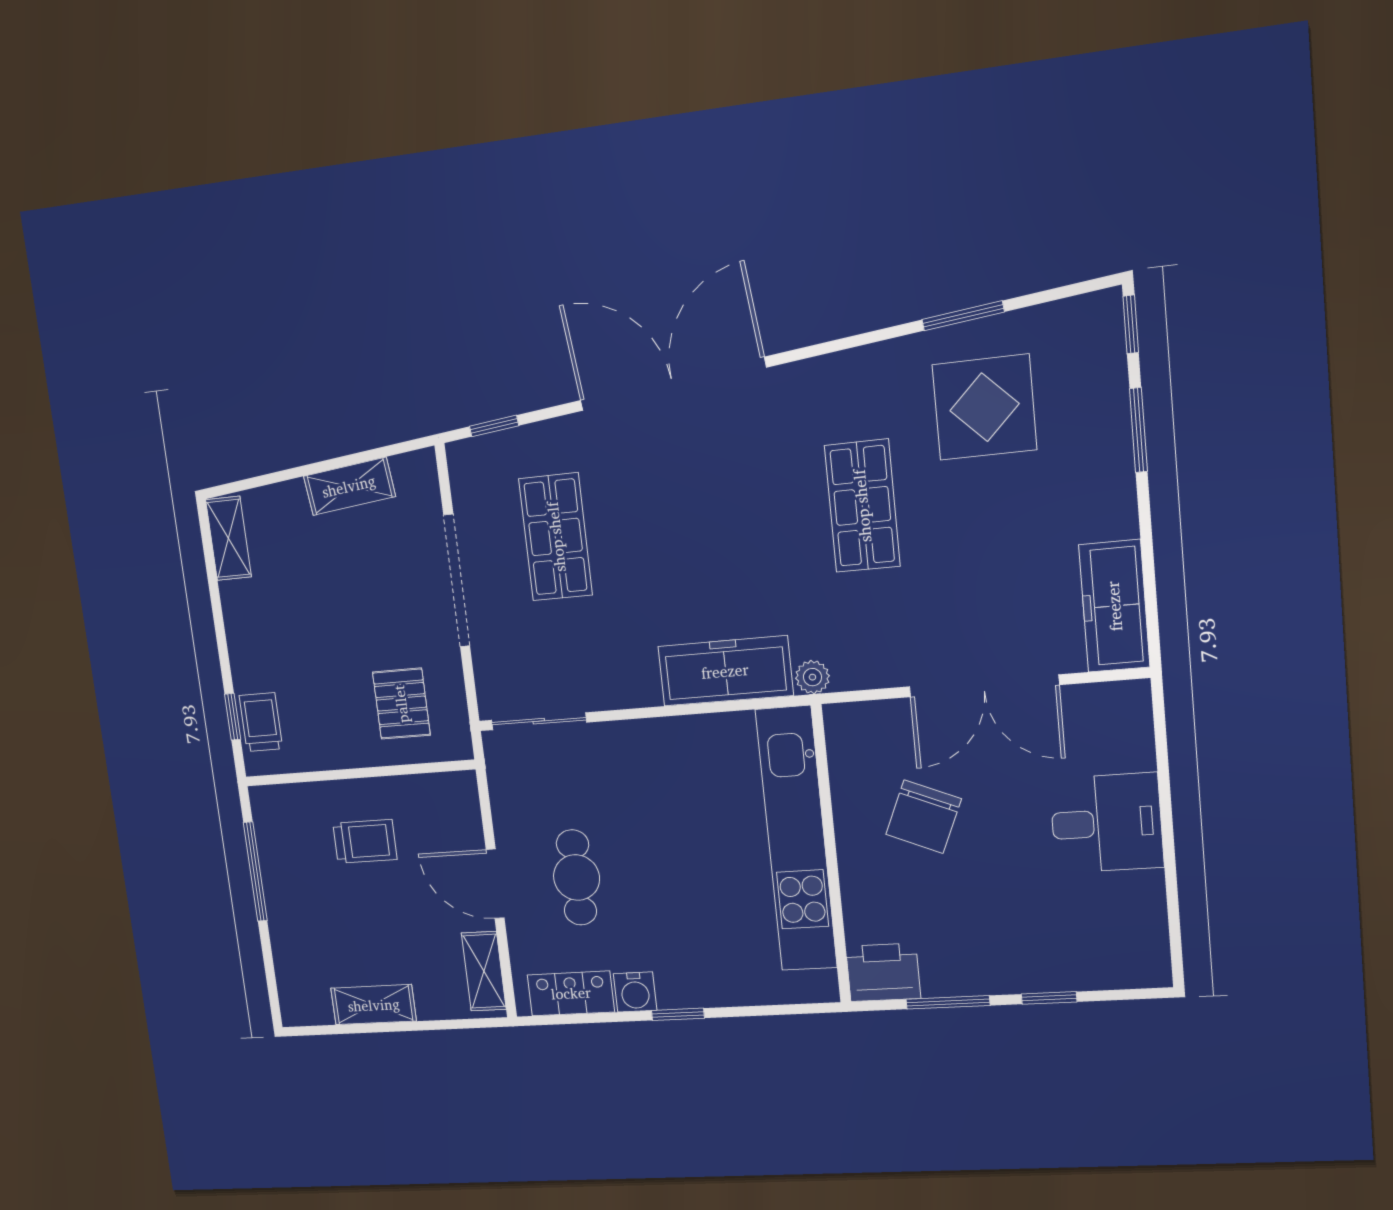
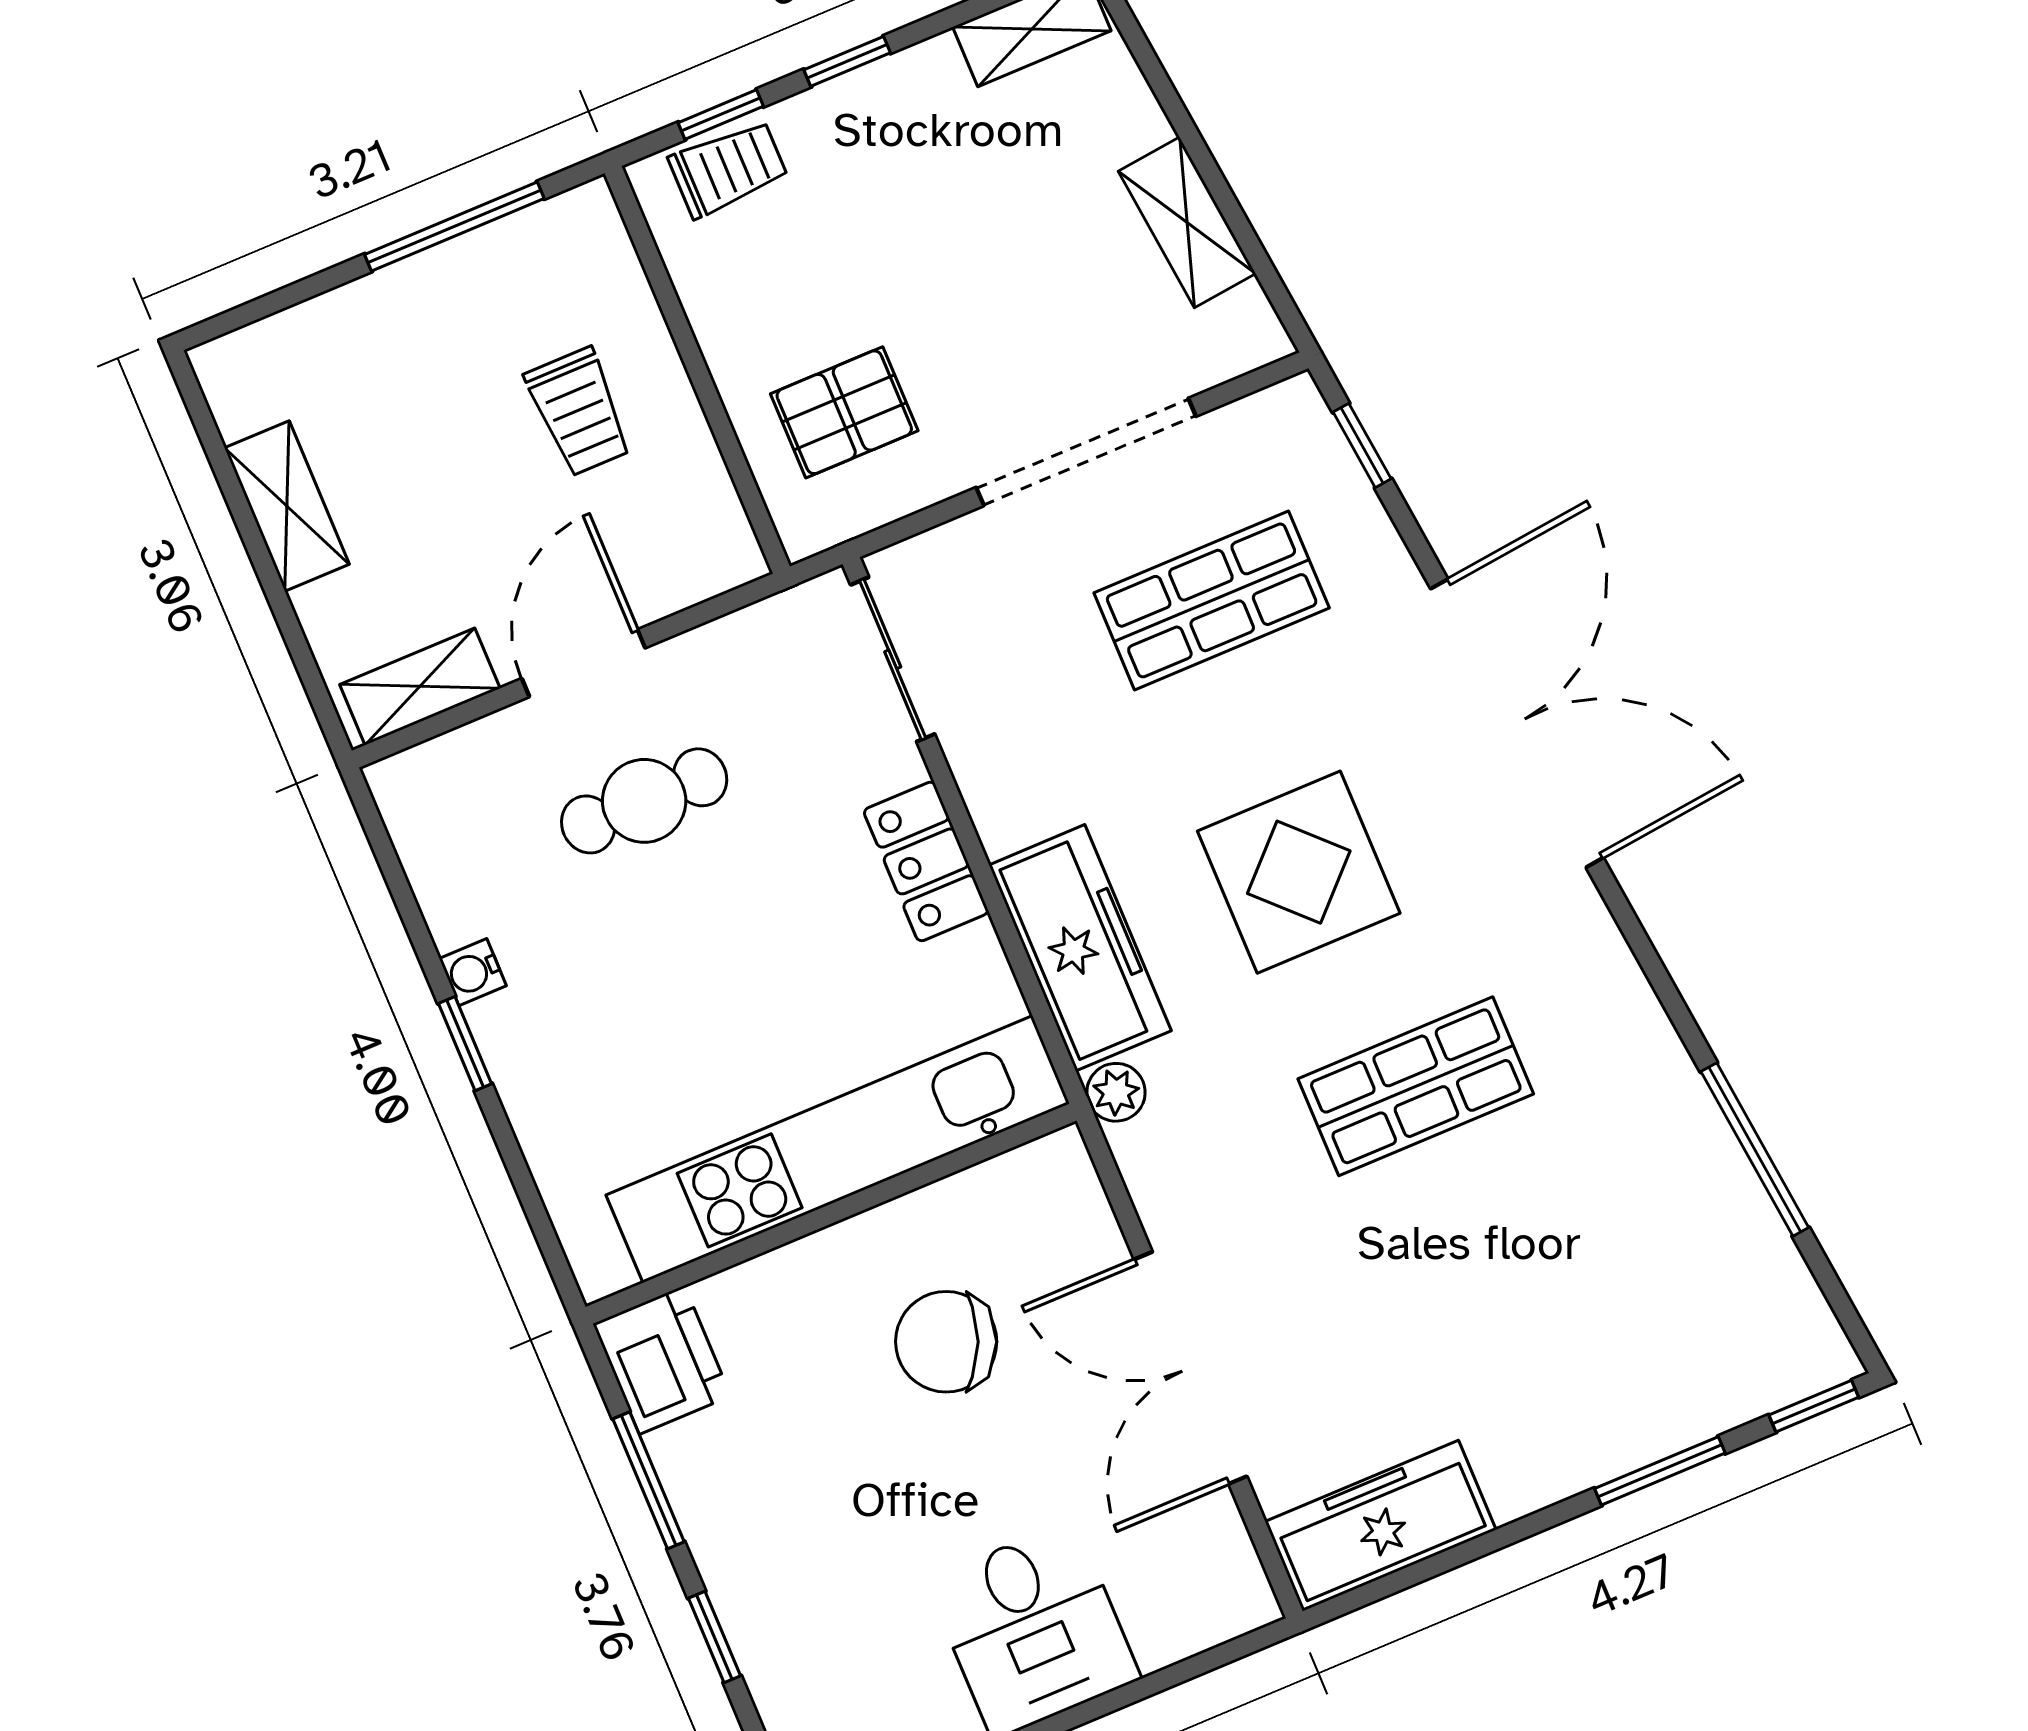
window: (963, 316) -> (1755, 1150), width x1.44
display table: (985, 407) -> (1299, 872), moved
window: (222, 642) -> (847, 61), added
water cooler: (635, 992) -> (473, 972), width x0.72, depth x0.72
locker: (571, 993) -> (926, 861), moved, turned 180

